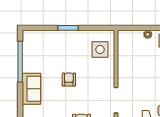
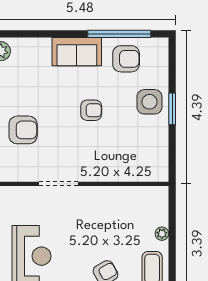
side table: (100, 50) -> (149, 102), moved
armchair: (36, 57) -> (126, 59), added

